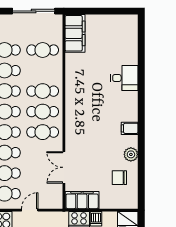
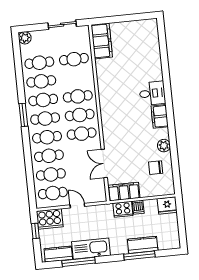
sliding door: (34, 11) -> (62, 25), width x0.73
desk: (124, 78) -> (152, 93), moved
filing cabinet: (130, 128) -> (160, 116), width x2.00
door: (30, 210) -> (77, 206), hinge flipped

